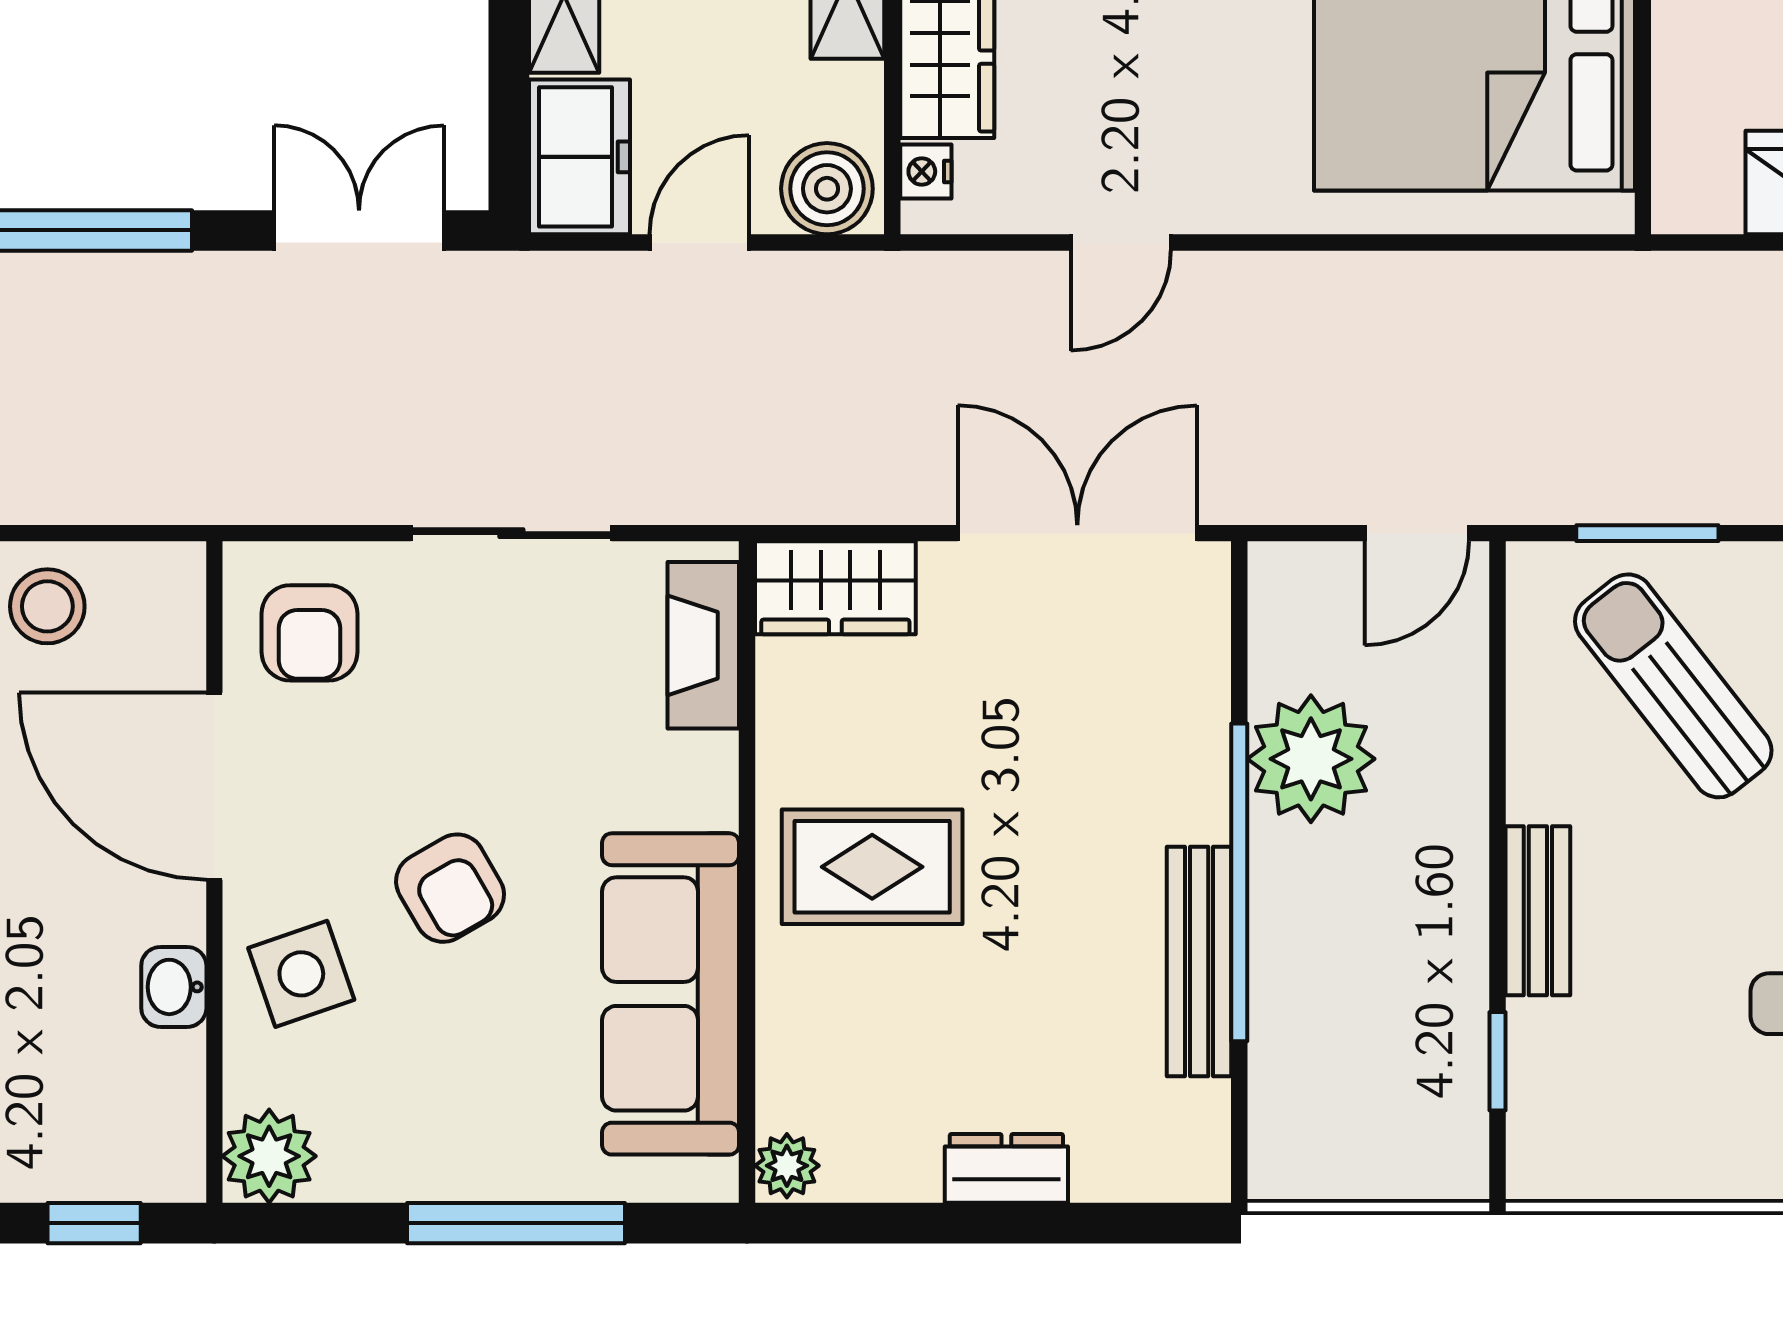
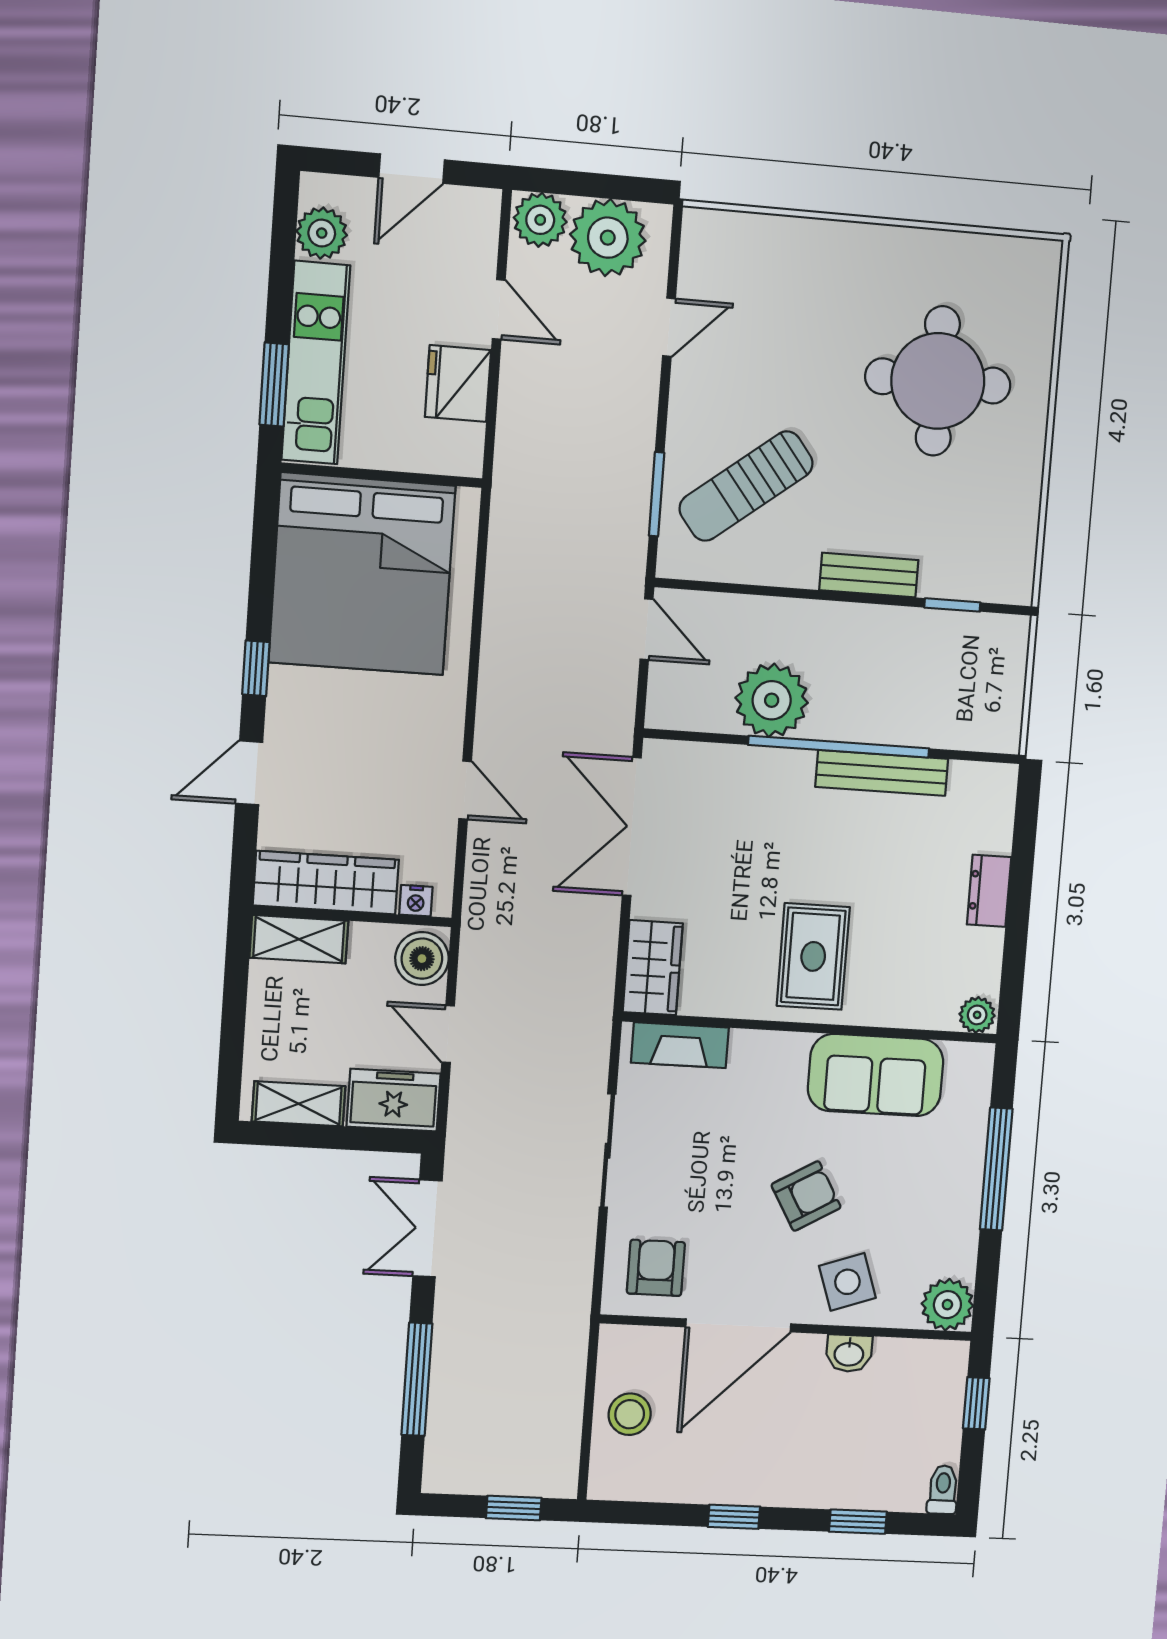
armchair: (309, 633) -> (656, 1268), turned -90
sofa: (671, 994) -> (876, 1075), width x0.73

